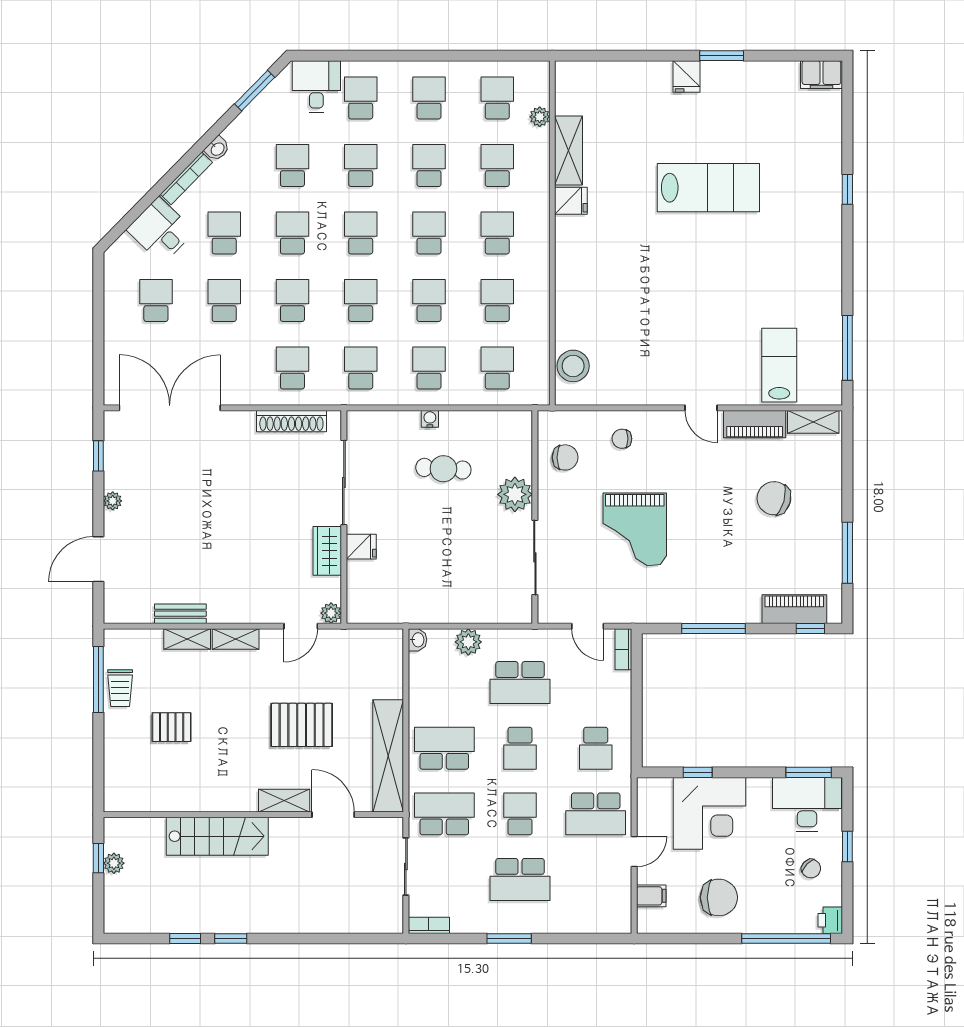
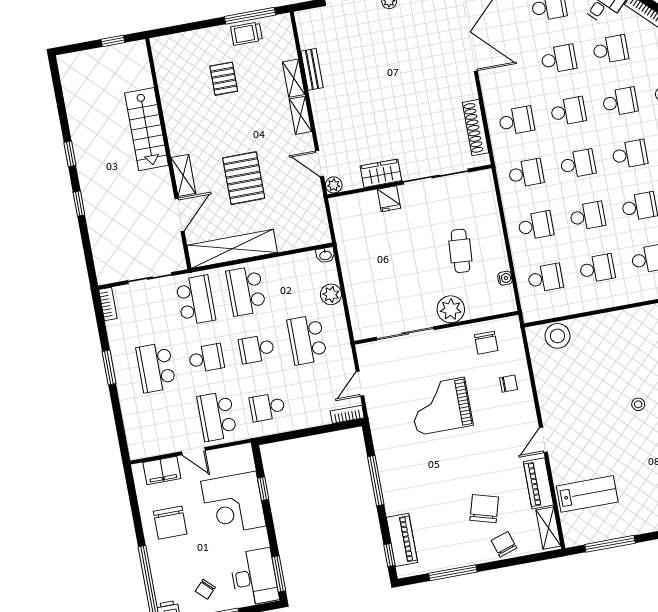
stool: (678, 280) -> (638, 404), added
water cooler: (430, 419) -> (505, 278), moved
chair: (622, 439) -> (509, 384), turned 90
chair: (823, 482) -> (504, 544), added
school desk: (444, 748) -> (246, 291), turned 180
plant: (114, 863) -> (111, 53), removed
filing cabinet: (651, 896) -> (162, 470), width x2.00
window: (185, 939) -> (79, 204), moved

